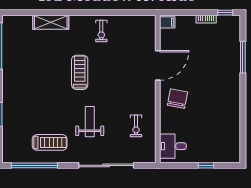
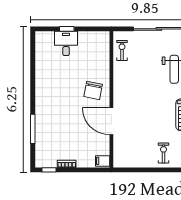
door: (158, 65) -> (111, 121), hinge flipped
exercise bike: (136, 126) -> (122, 50), moved
desk: (173, 146) -> (66, 43), moved, turned -90

